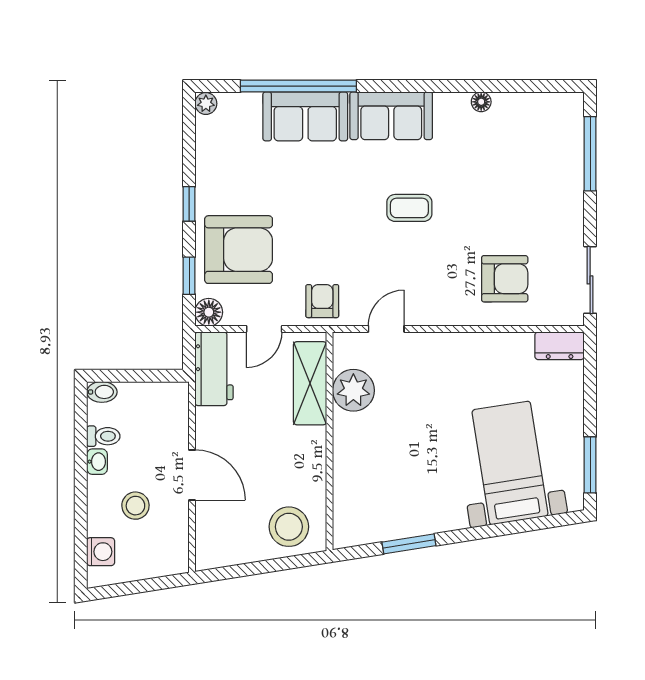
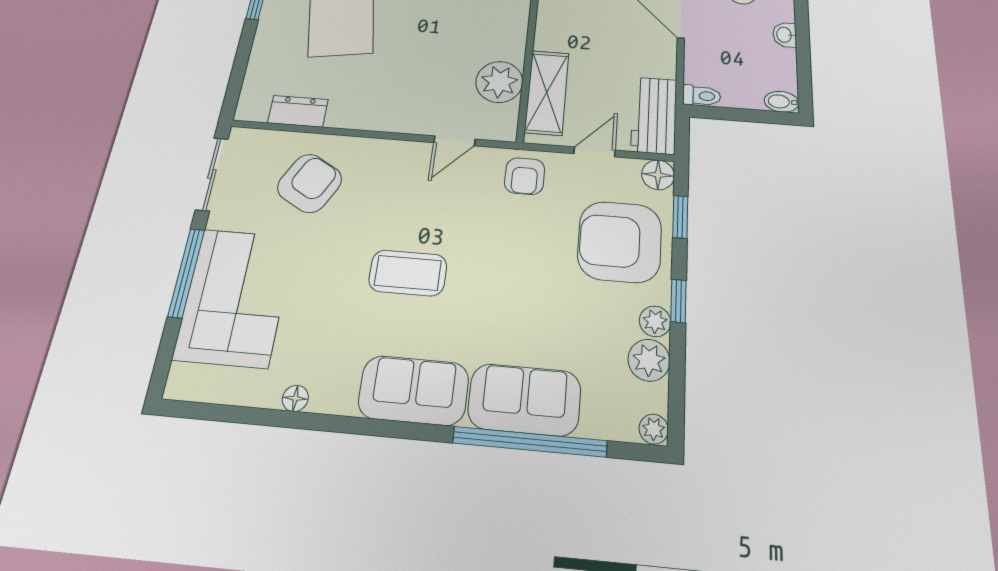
window: (590, 154) -> (186, 273), moved
plant: (211, 155) -> (649, 360), added
corner sofa: (546, 176) -> (235, 297), added
plant: (207, 186) -> (655, 321), added
coffee table: (409, 208) -> (408, 273), width x1.36, depth x1.30
armchair: (505, 279) -> (310, 183), turned 119
dresser: (560, 346) -> (298, 111), moved
toilet: (103, 436) -> (702, 96), moved, turned 180

